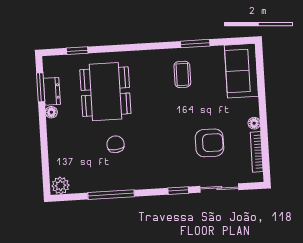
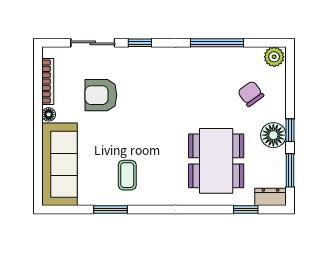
sofa: (241, 71) -> (59, 164), width x1.36
dresser: (52, 91) -> (271, 197), moved, turned 90
floor lamp: (51, 112) -> (273, 135), width x1.89, depth x1.89
window: (43, 122) -> (290, 130), added
chair: (116, 144) -> (251, 94), moved, turned 149

